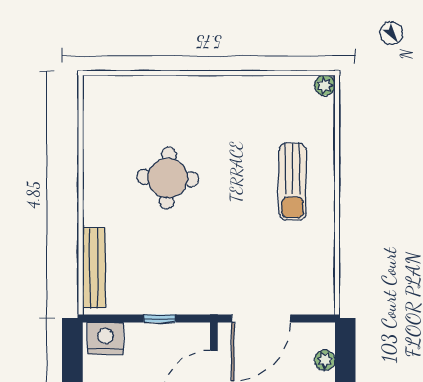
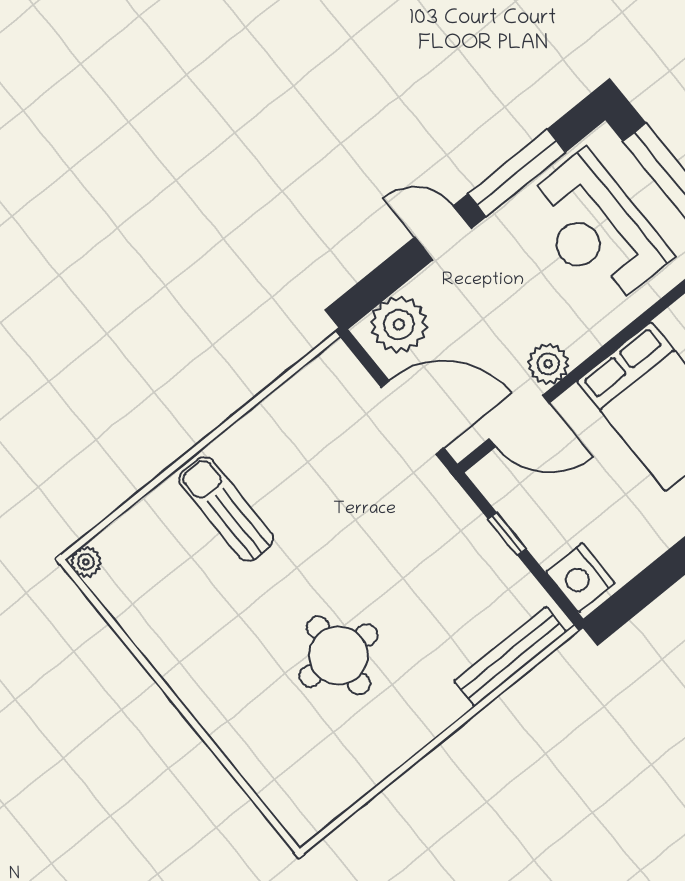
sun lounger: (293, 182) -> (226, 509), turned -90
plant: (325, 360) -> (399, 324), width x1.88, depth x1.88

